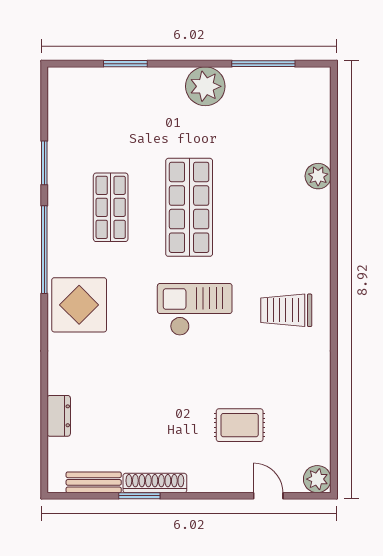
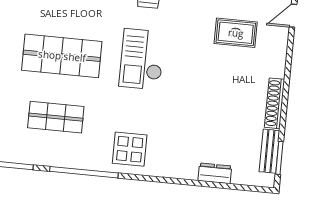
display table: (79, 305) -> (130, 149), width x0.73, depth x0.73
rug: (240, 425) -> (236, 33), turned 90
window: (139, 496) -> (279, 158), moved

